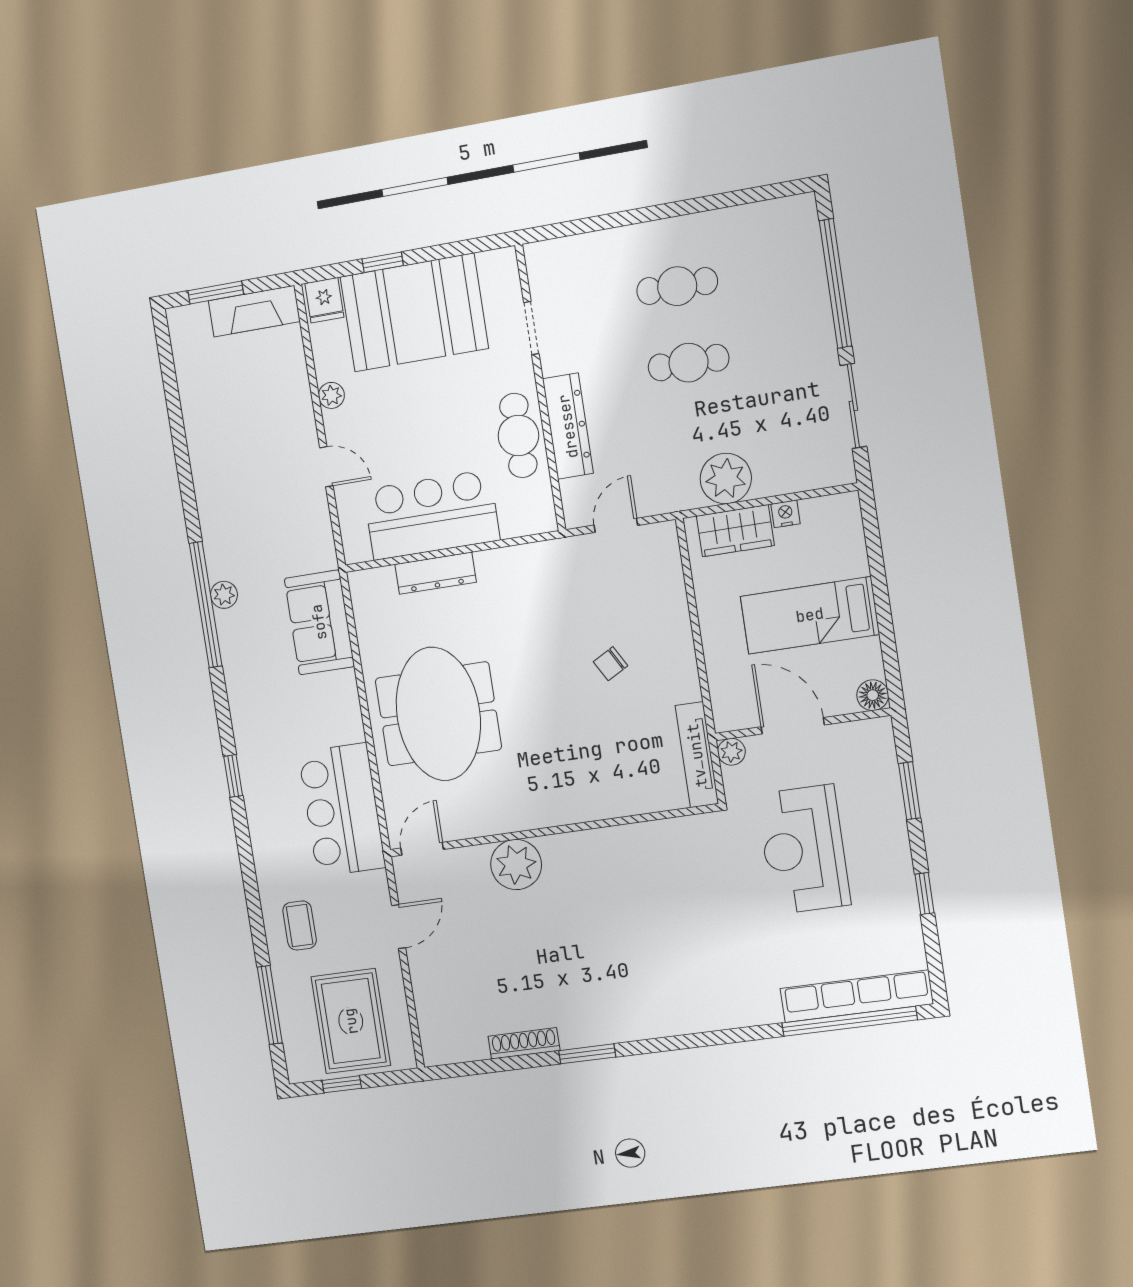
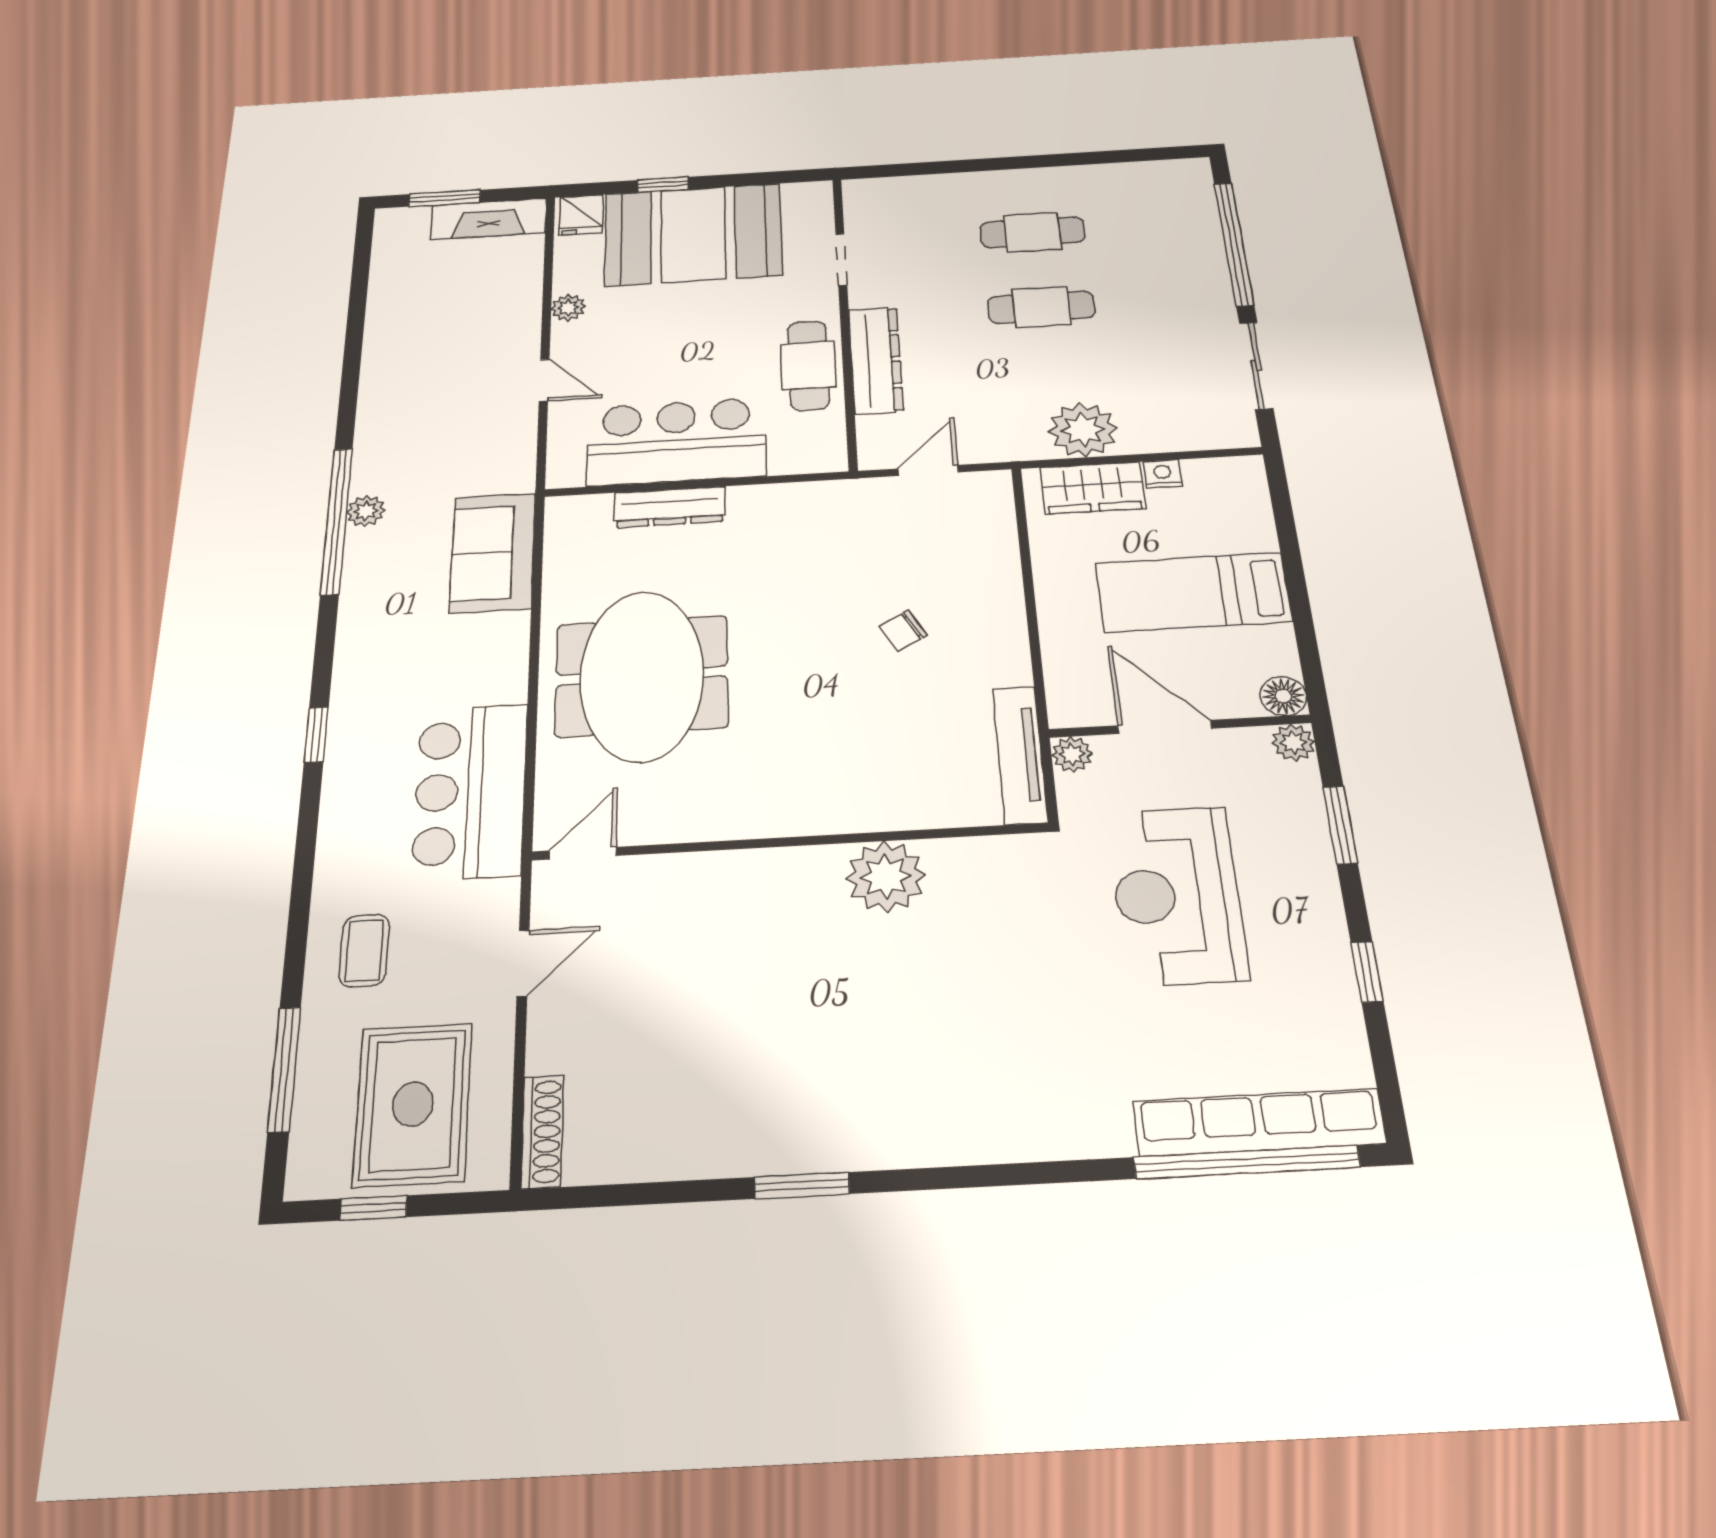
plant: (879, 731) -> (1293, 743), added
plant: (516, 864) -> (886, 877), moved
shoe rack: (524, 1043) -> (542, 1131), moved, turned 90

